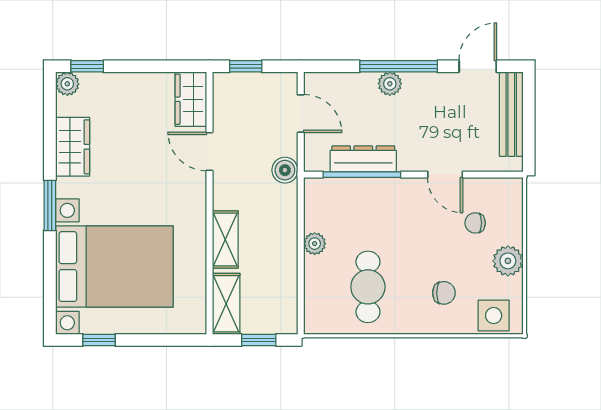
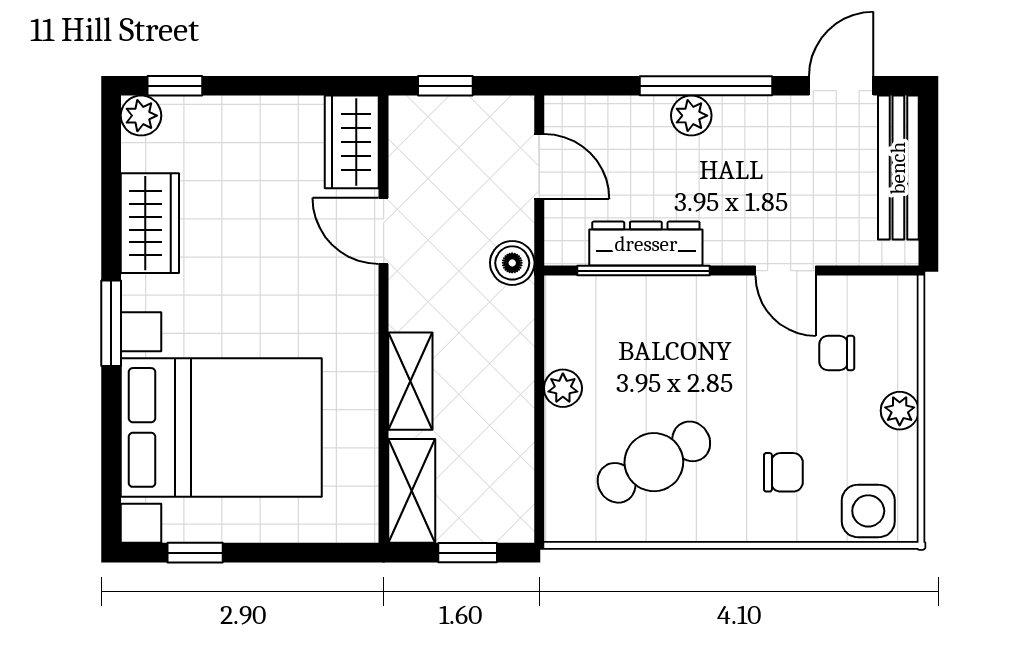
plant: (508, 261) -> (900, 411), width x0.73, depth x0.73
cafe table: (368, 287) -> (654, 462), turned 61

